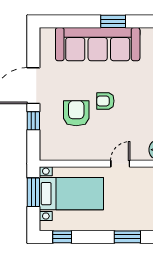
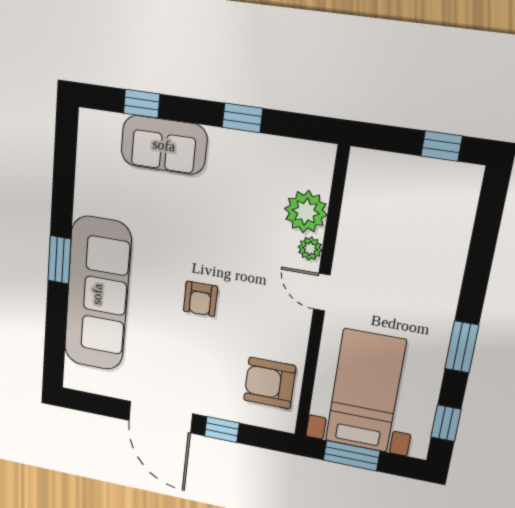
armchair: (76, 113) -> (270, 383), moved
plant: (142, 154) -> (310, 249), added
window: (127, 237) -> (462, 347), moved

